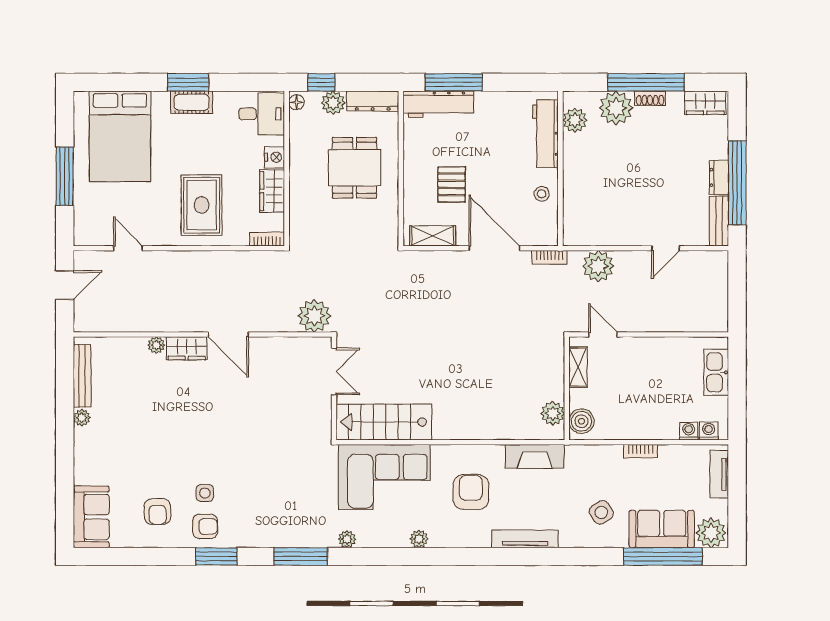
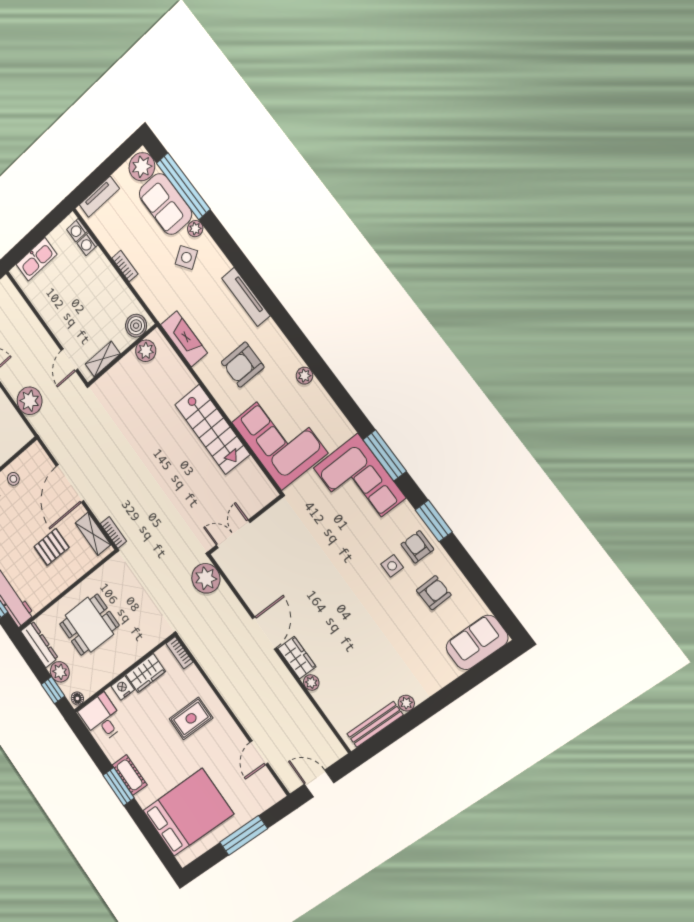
rug: (202, 205) -> (191, 718), width x0.73, depth x0.70
bookcase: (549, 257) -> (113, 532), moved
stairs: (384, 422) -> (212, 429), moved
corner sofa: (294, 518) -> (359, 483), added
plant: (347, 539) -> (195, 229), moved

